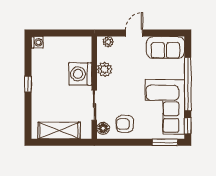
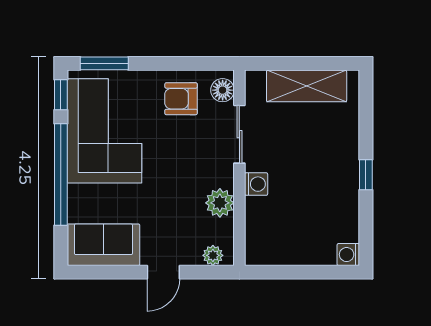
washing machine: (80, 74) -> (256, 184), width x0.53, depth x0.53
armchair: (125, 124) -> (181, 99), turned 180

